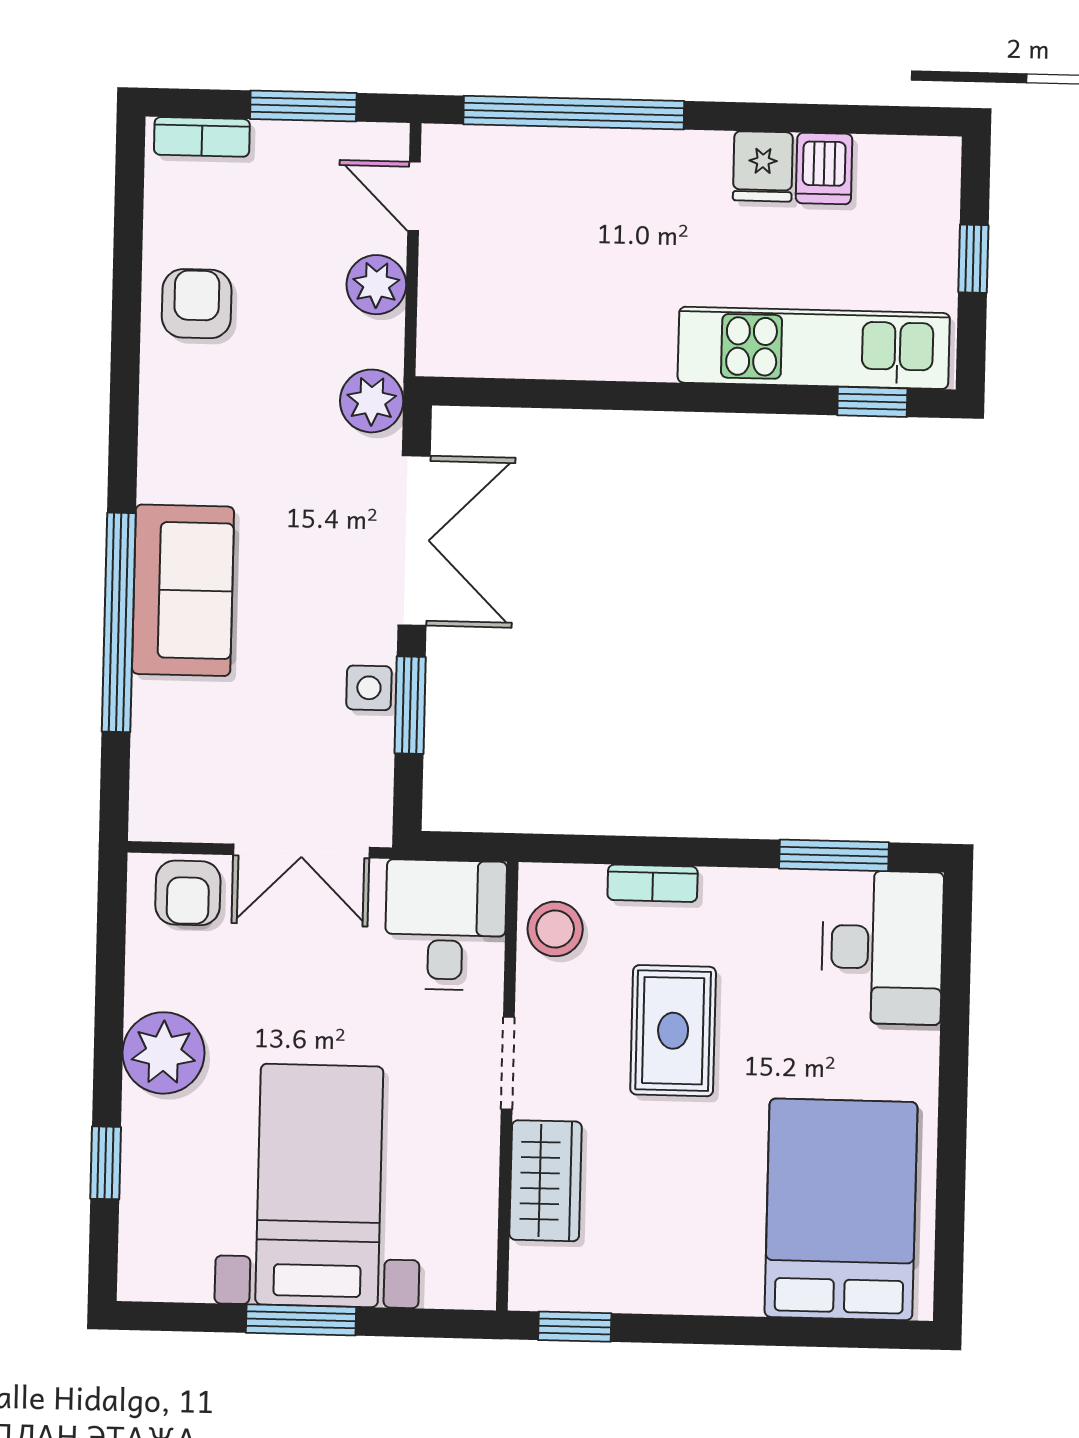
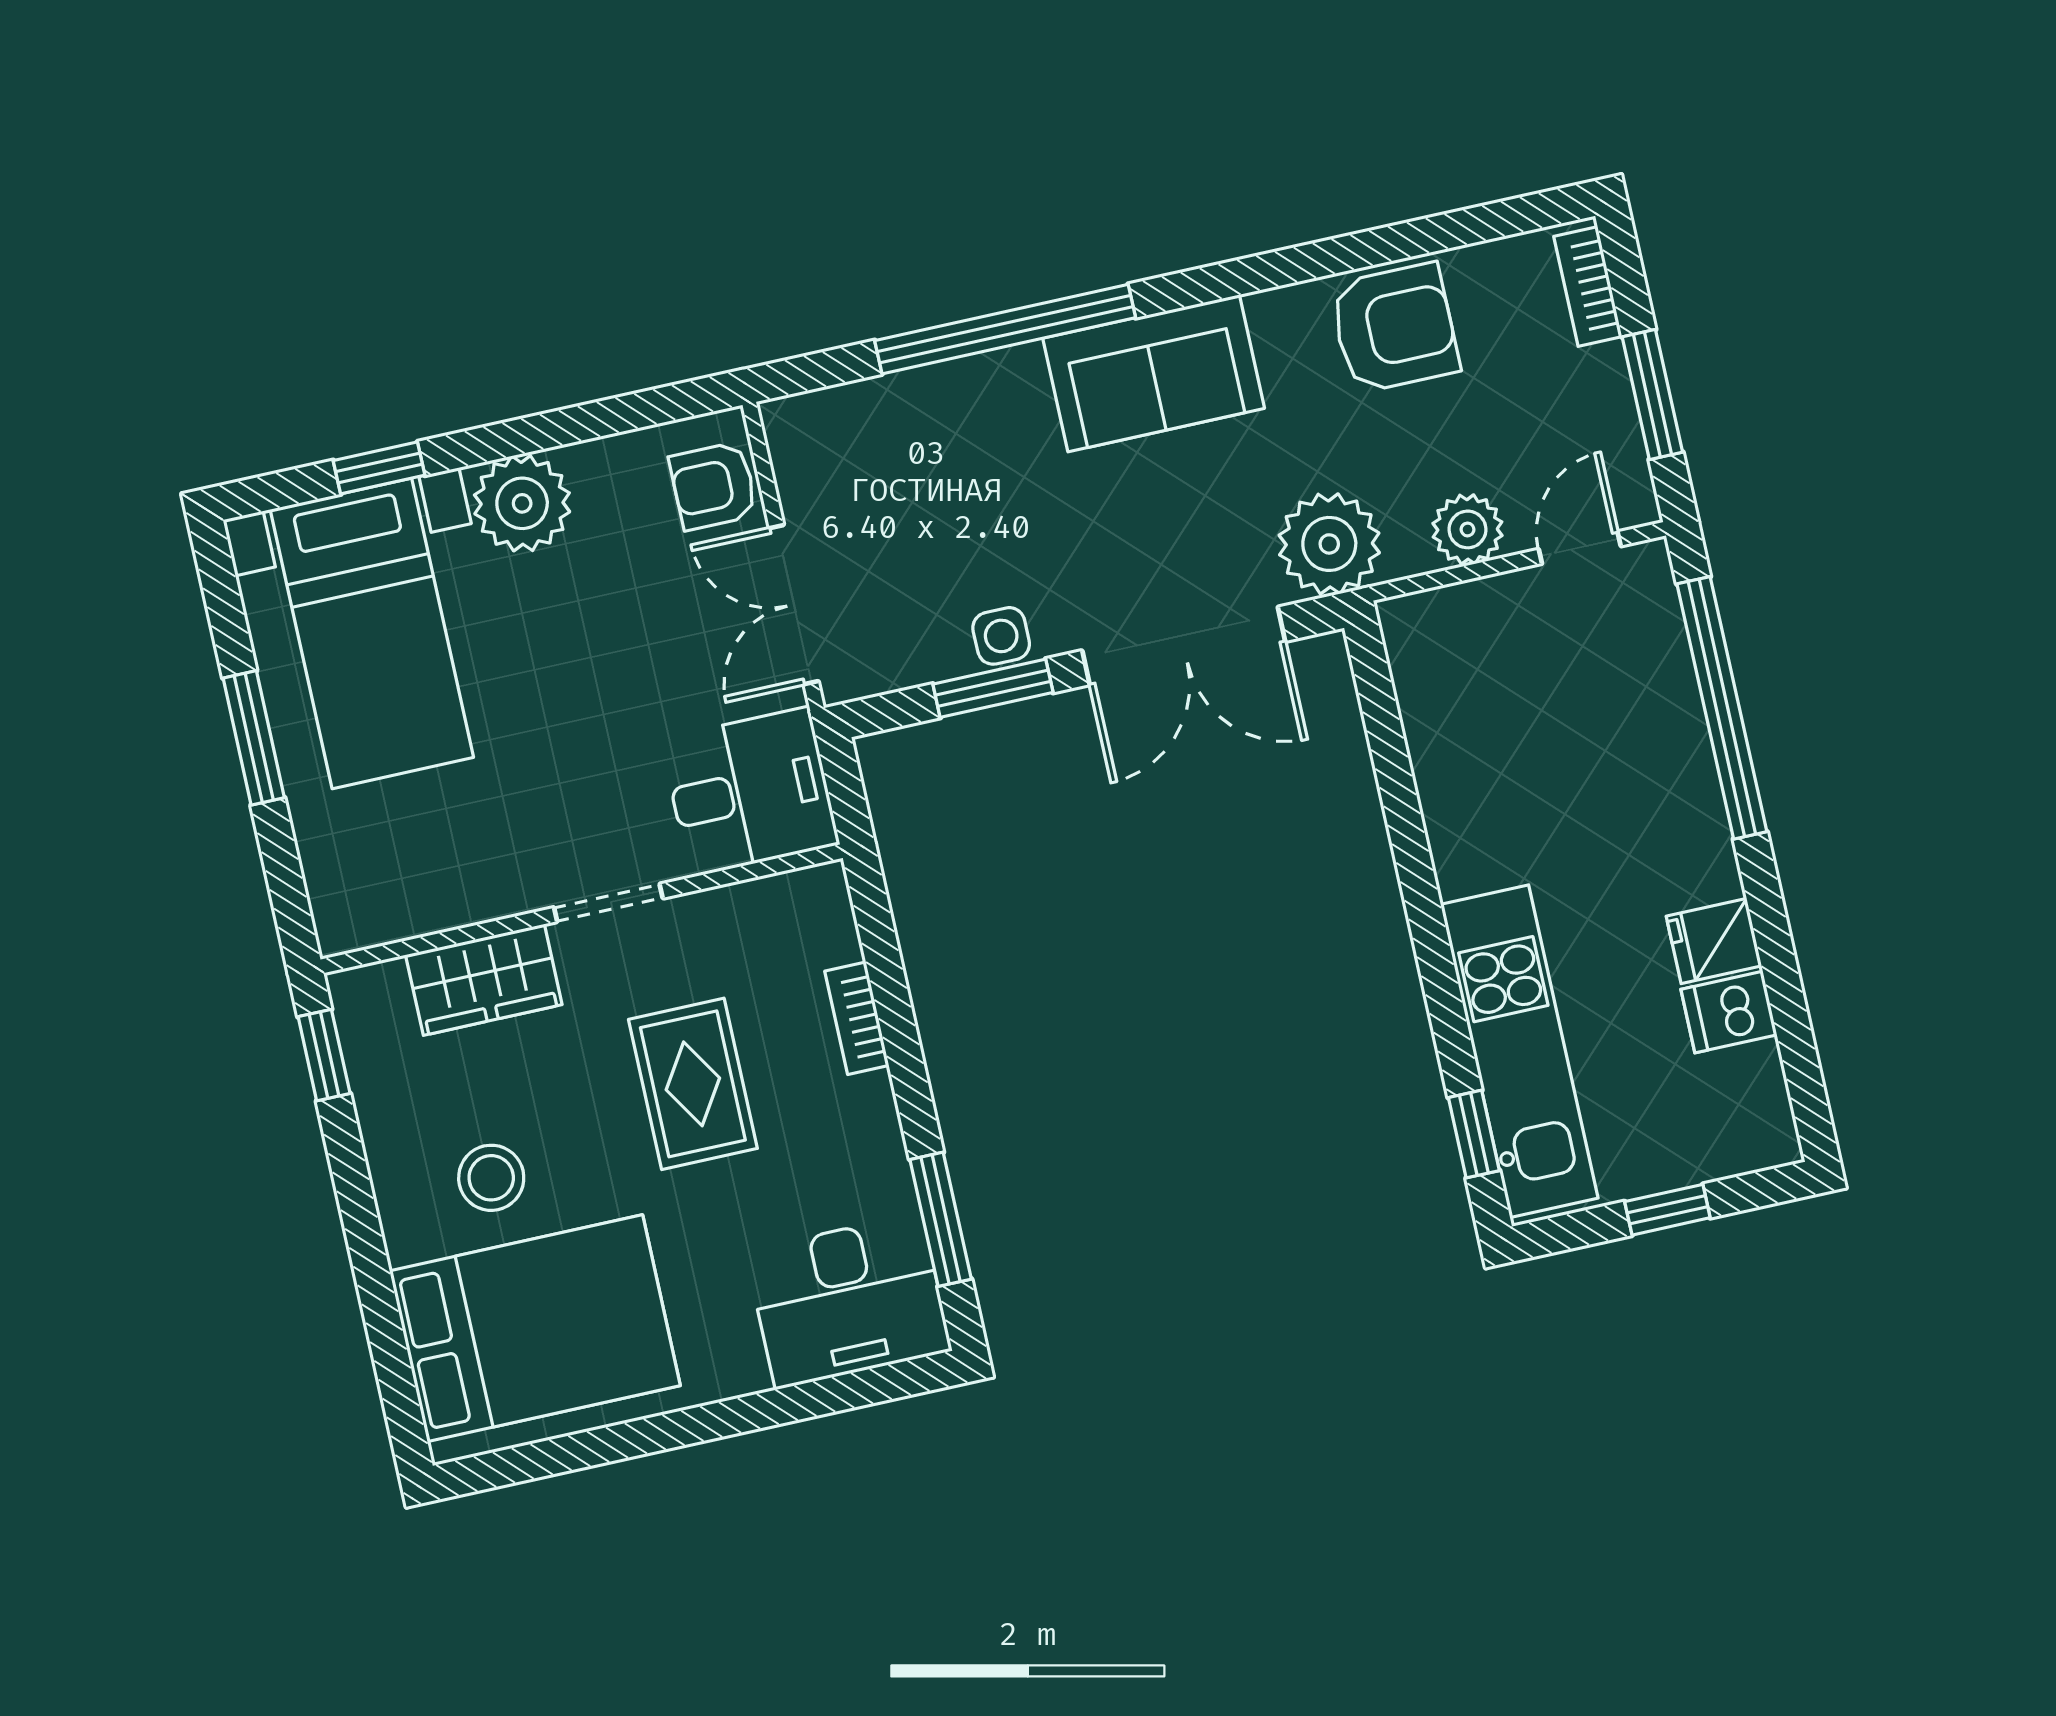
armchair: (197, 304) -> (1394, 328), width x1.38, depth x1.38
plant: (372, 401) -> (1329, 544), width x1.36, depth x1.36
sofa: (183, 590) -> (1154, 373), moved
stool: (555, 929) -> (491, 1178), moved
rug: (673, 1031) -> (693, 1084), turned 90
bed with nightstands: (319, 1185) -> (372, 633), moved, turned 90

